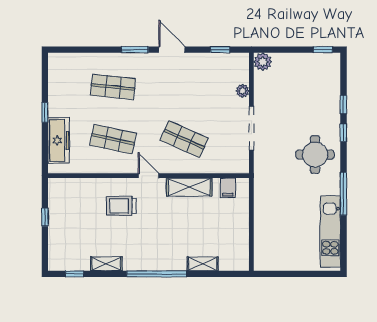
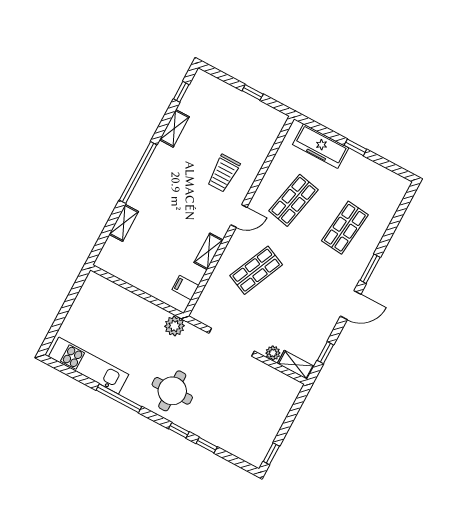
plant: (263, 62) -> (175, 326), moved
shelving: (242, 68) -> (296, 365), added
shelving: (189, 187) -> (209, 251), width x0.67, depth x0.75
trolley: (121, 206) -> (224, 173), turned 180

